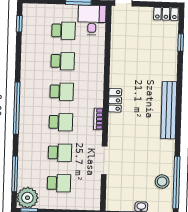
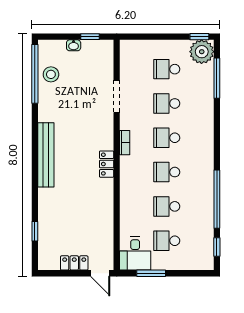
locker: (166, 14) -> (74, 263), moved
window: (17, 108) -> (217, 199), moved

